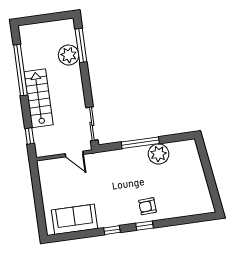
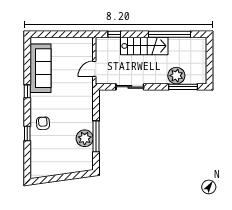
sliding door: (92, 124) -> (130, 87), moved
window: (140, 143) -> (96, 136), moved
sofa: (75, 219) -> (41, 68), width x1.36
window: (144, 226) -> (27, 134), moved

